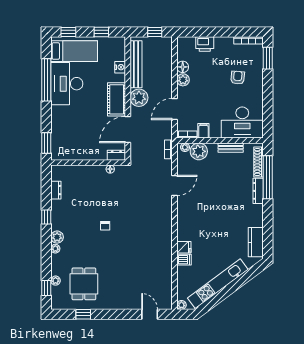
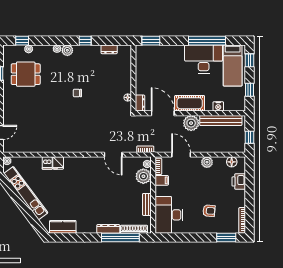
floor lamp: (183, 67) -> (232, 162), moved

